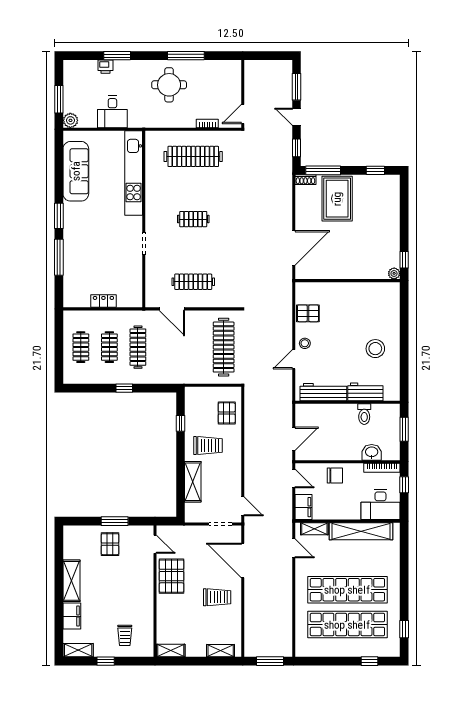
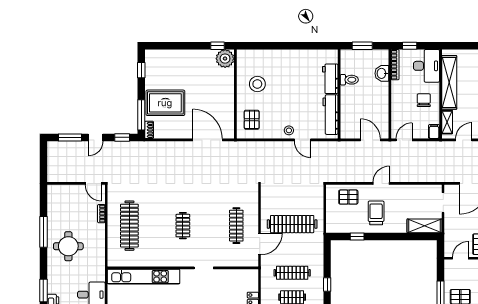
plant: (394, 273) -> (225, 59), width x1.87, depth x1.87
pallet: (308, 313) -> (252, 120), moved
clothes rail: (224, 347) -> (292, 224), moved
stool: (375, 349) -> (257, 84), moved
chair: (335, 476) -> (424, 100), moved
shelving: (193, 482) -> (424, 226), moved
door: (243, 506) -> (381, 183), moved
filing cabinet: (303, 507) -> (434, 132), width x0.50

